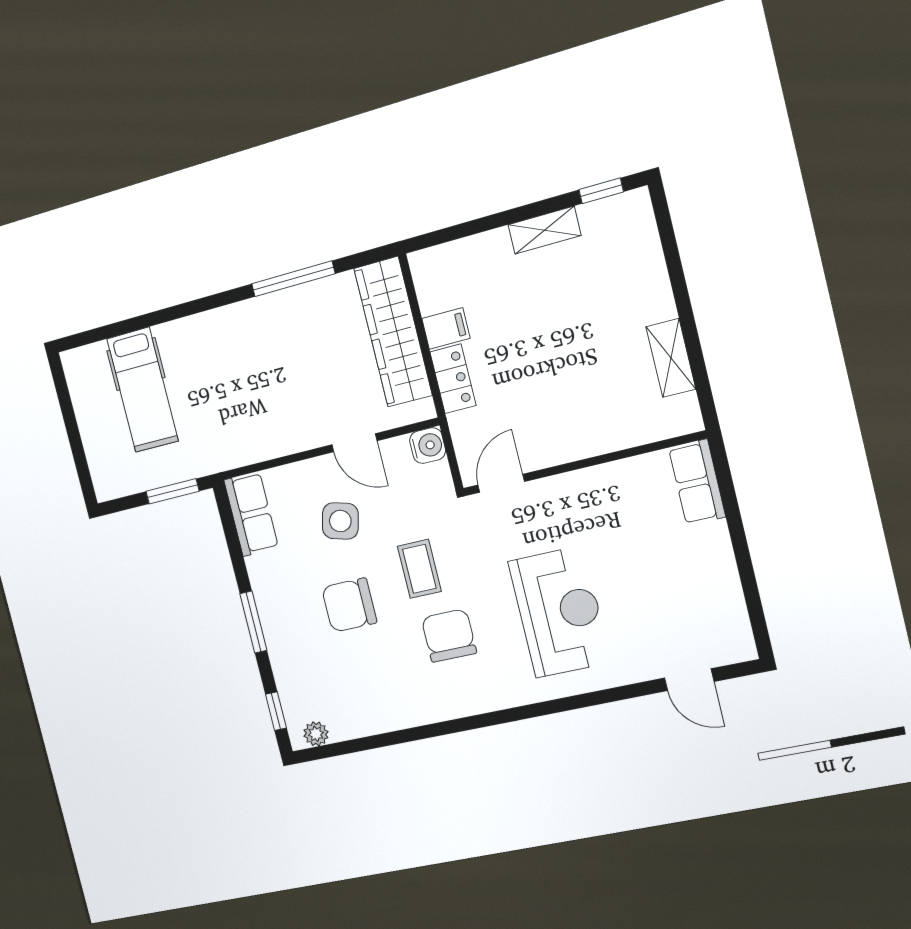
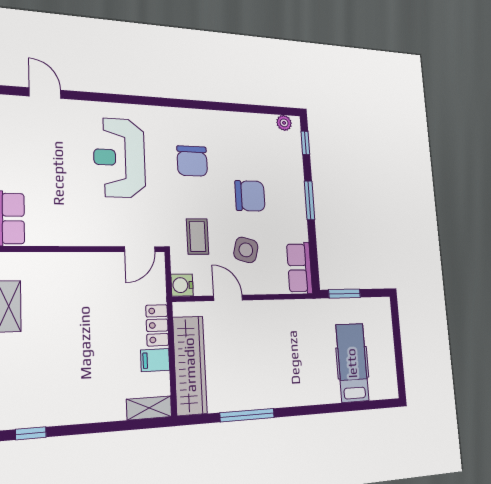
shelving: (544, 230) -> (149, 408), moved
coffee table: (419, 569) -> (198, 236), moved

